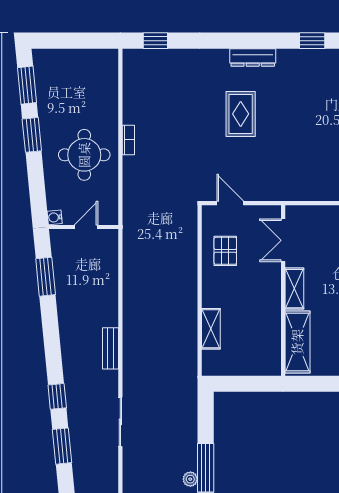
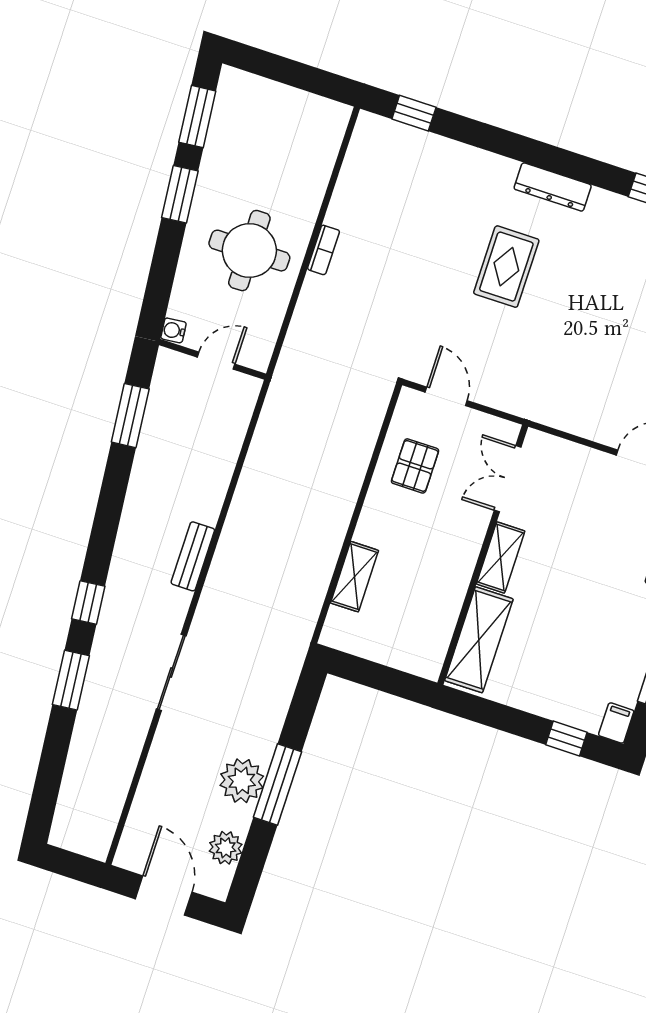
plant: (190, 479) -> (242, 781), width x1.88, depth x1.88

